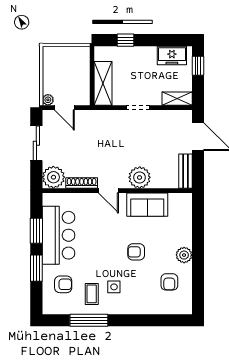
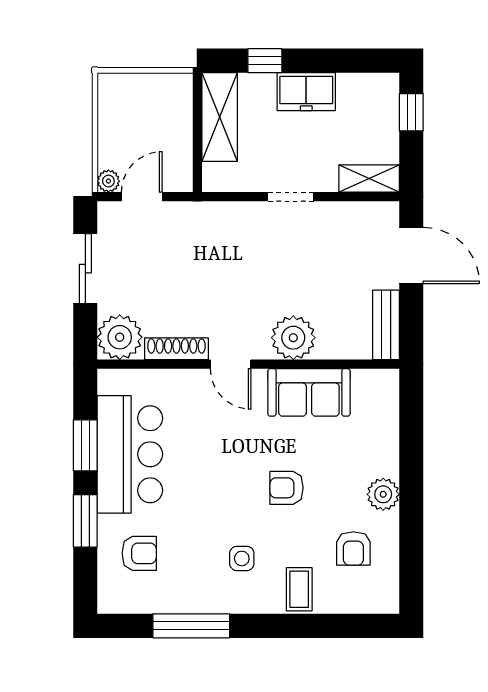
freezer: (172, 55) -> (306, 92), moved
shelving: (103, 83) -> (220, 117), moved
door: (64, 108) -> (142, 197), swing flipped
coffee table: (92, 294) -> (299, 589), moved

